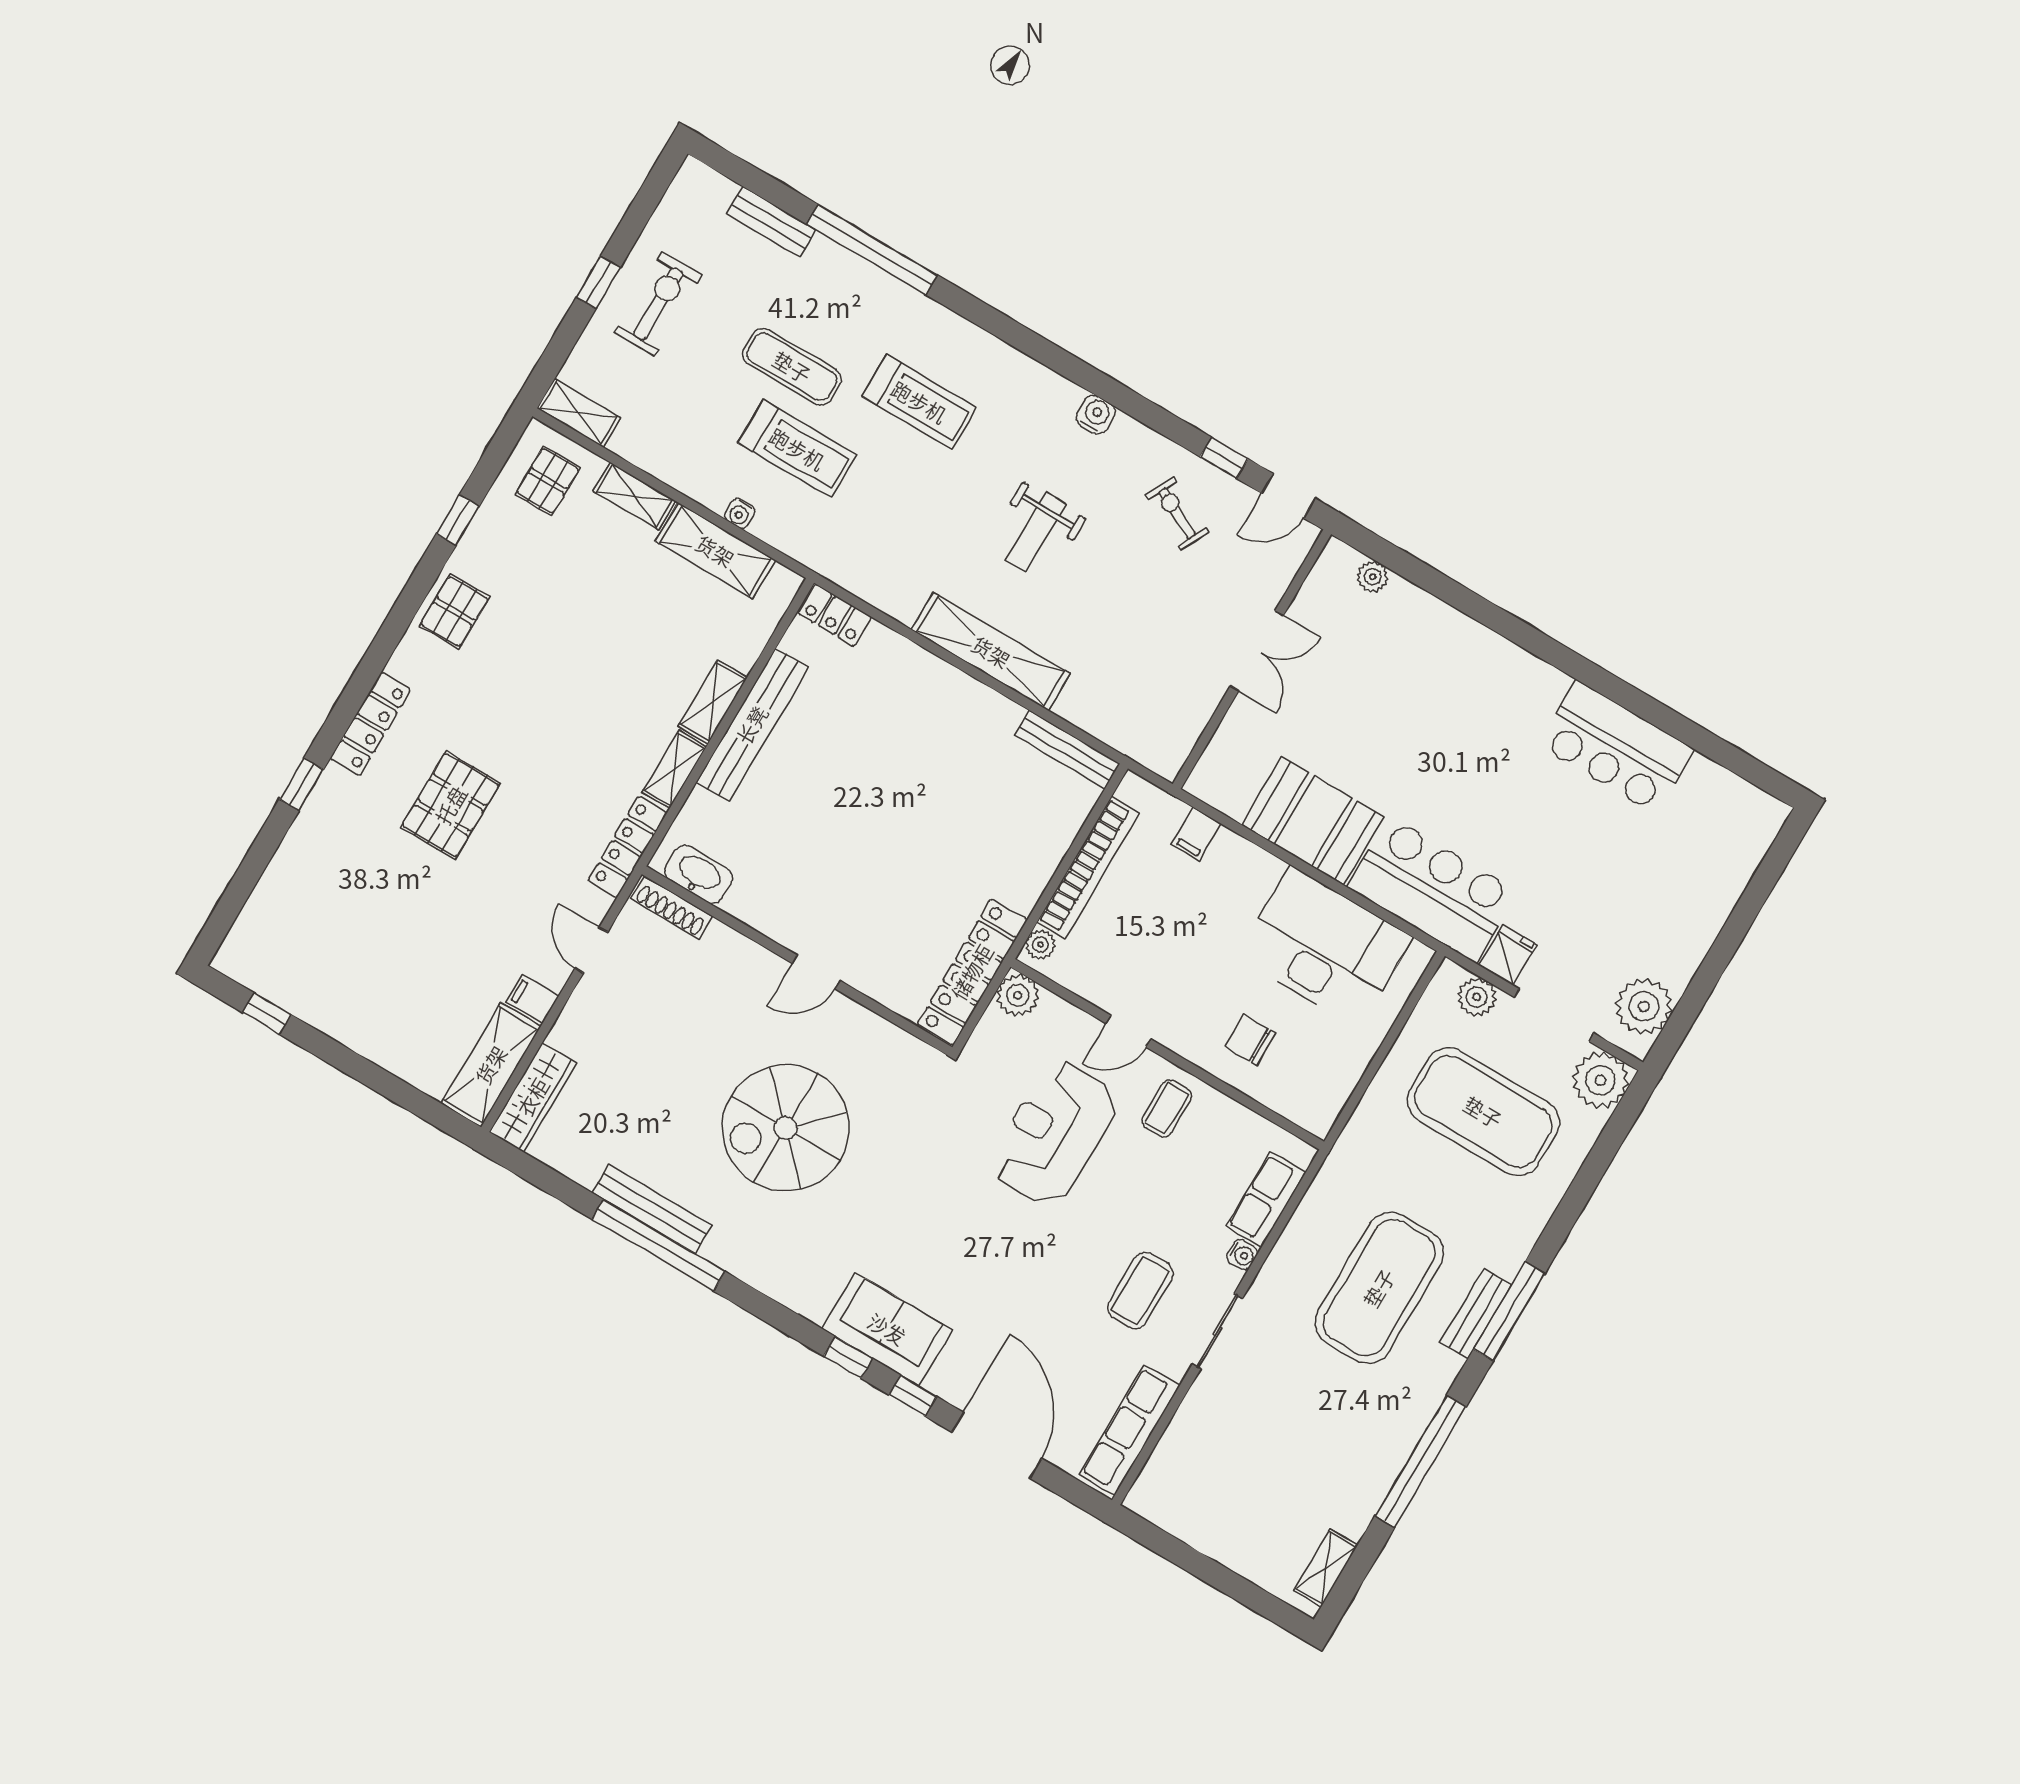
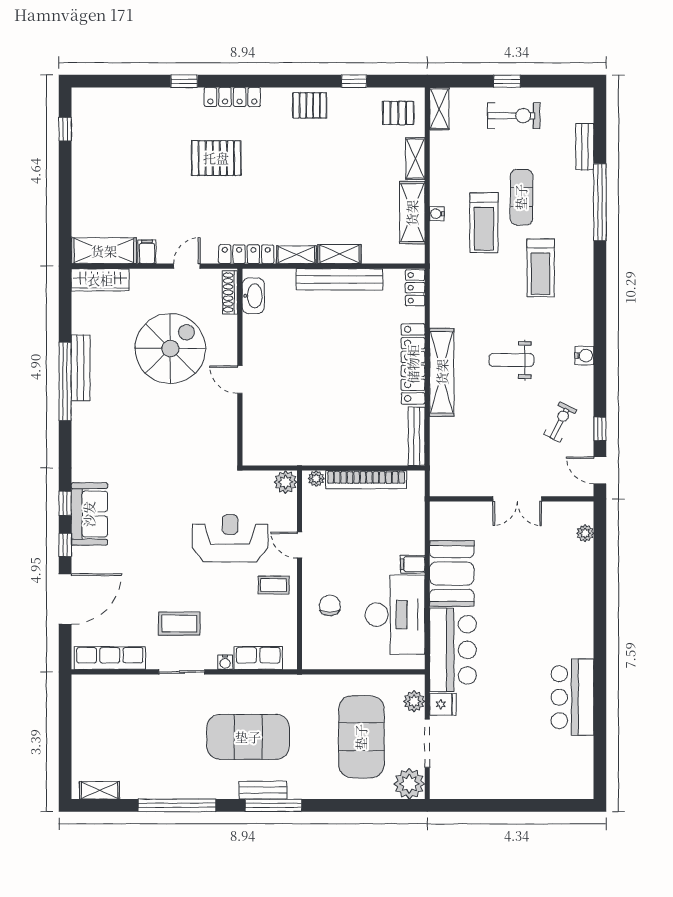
filing cabinet: (1196, 834) -> (413, 564), moved
locker: (972, 972) -> (413, 364), moved, turned -90
plant: (1644, 1006) -> (457, 784), removed
spiral stairs: (786, 1128) -> (170, 349), moved, turned 90

